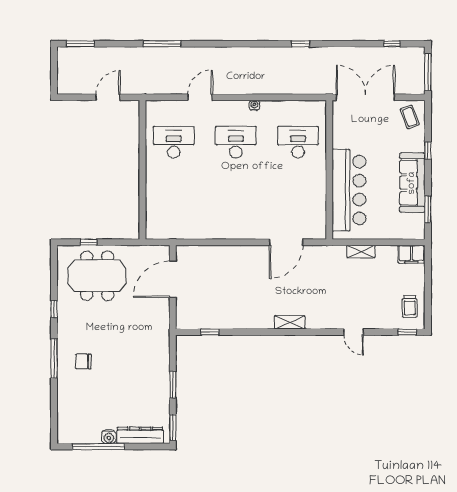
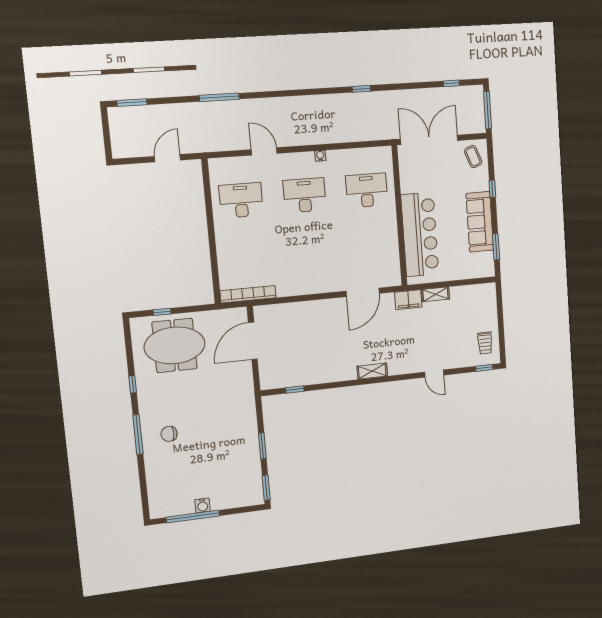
door: (200, 97) -> (264, 151), hinge flipped
bookcase: (172, 233) -> (248, 294), added
filing cabinet: (411, 254) -> (408, 300), moved
dresser: (140, 435) -> (234, 500), removed

